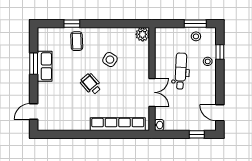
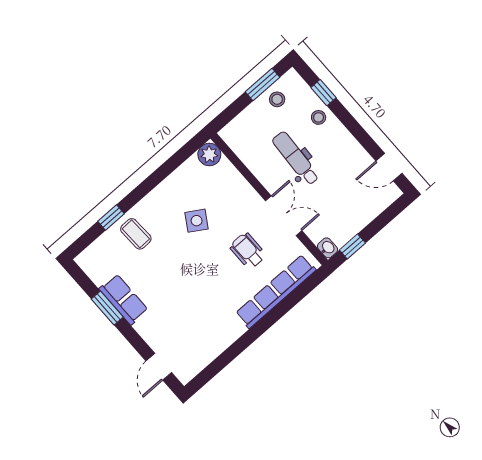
wheelchair: (91, 84) -> (248, 251), moved, turned 41
window: (197, 134) -> (352, 247), moved

